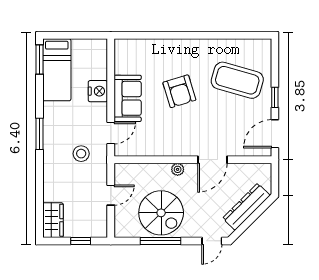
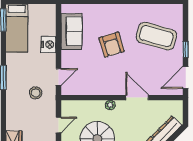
sofa: (128, 98) -> (72, 31), moved
door: (212, 160) -> (137, 98), swing flipped

